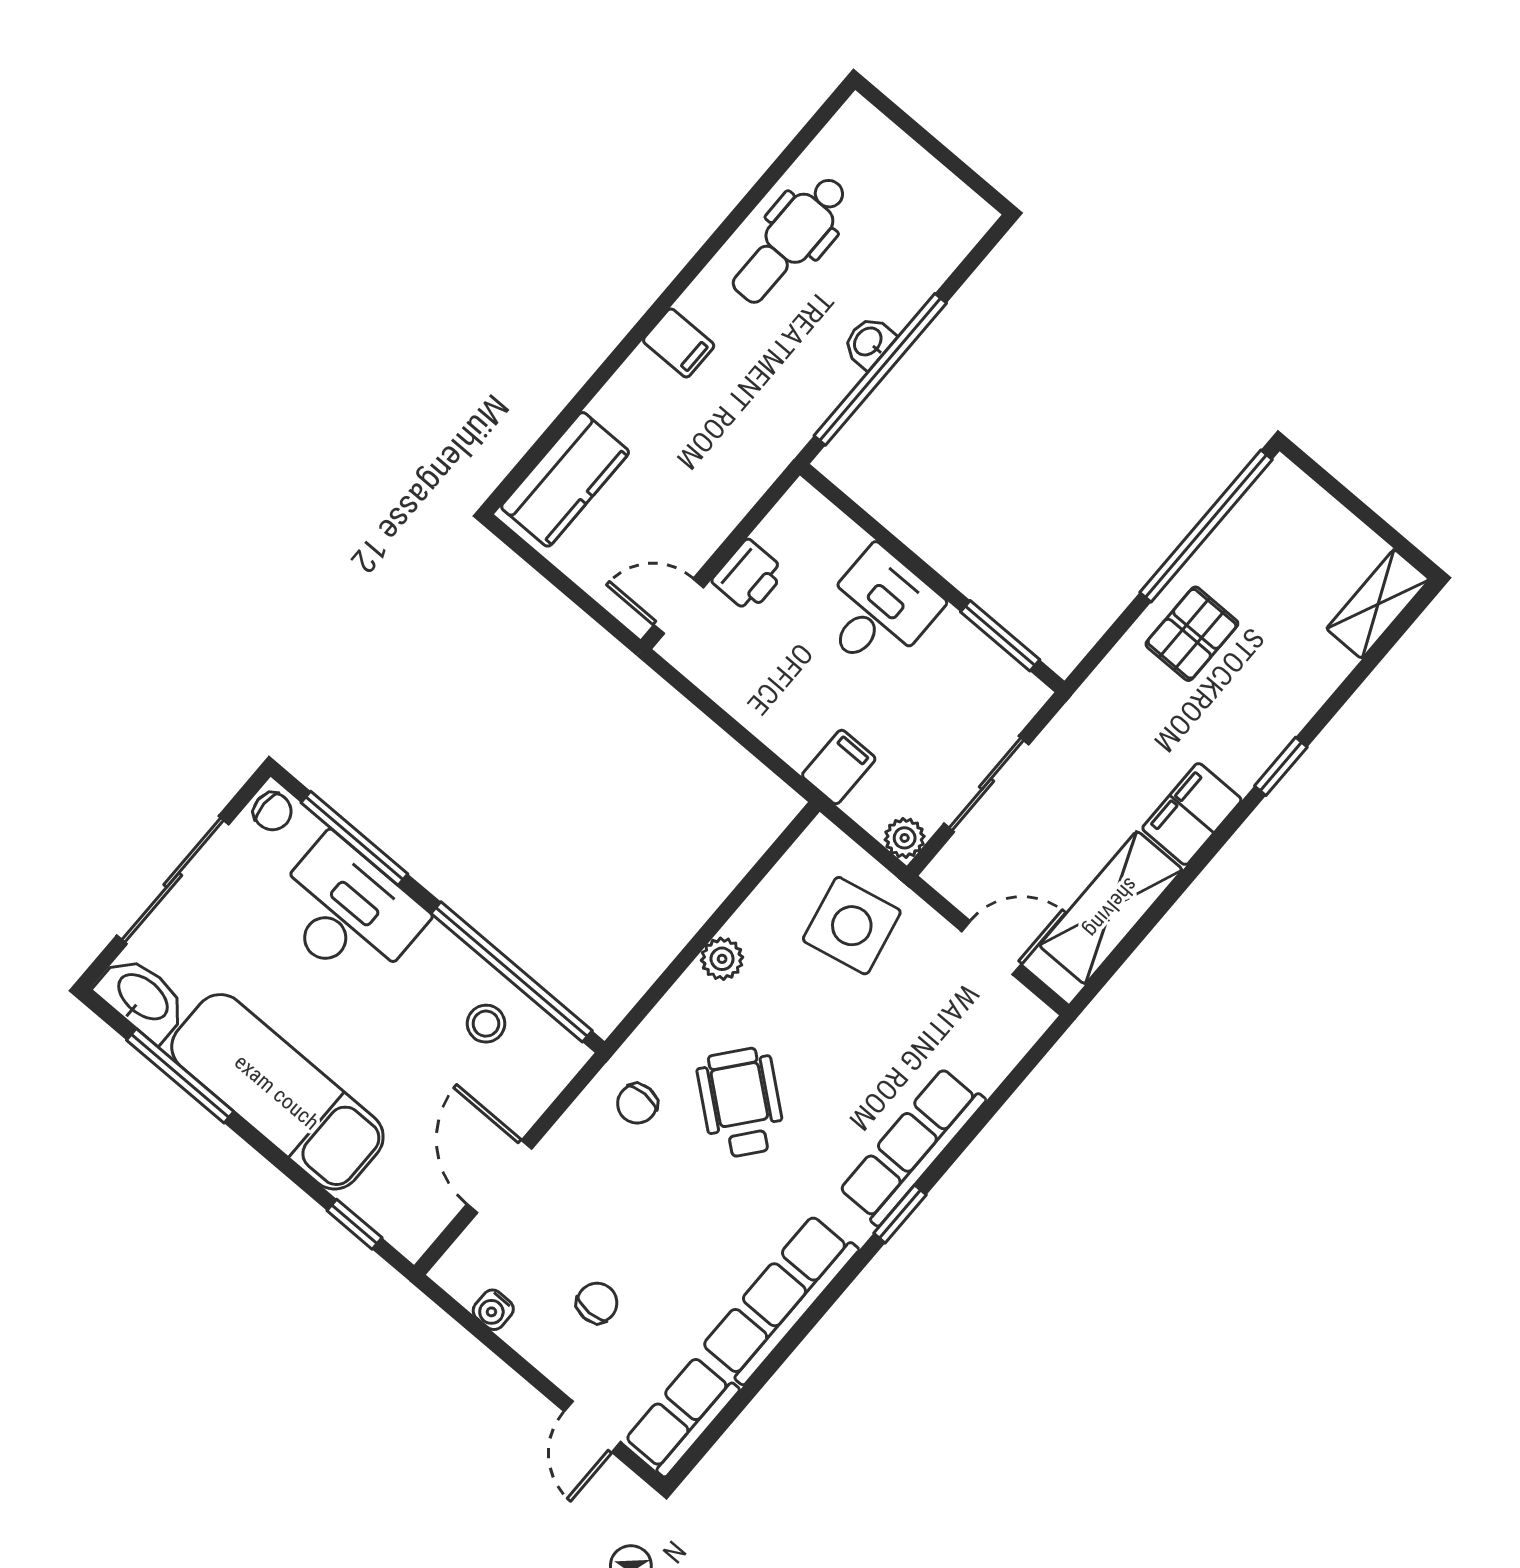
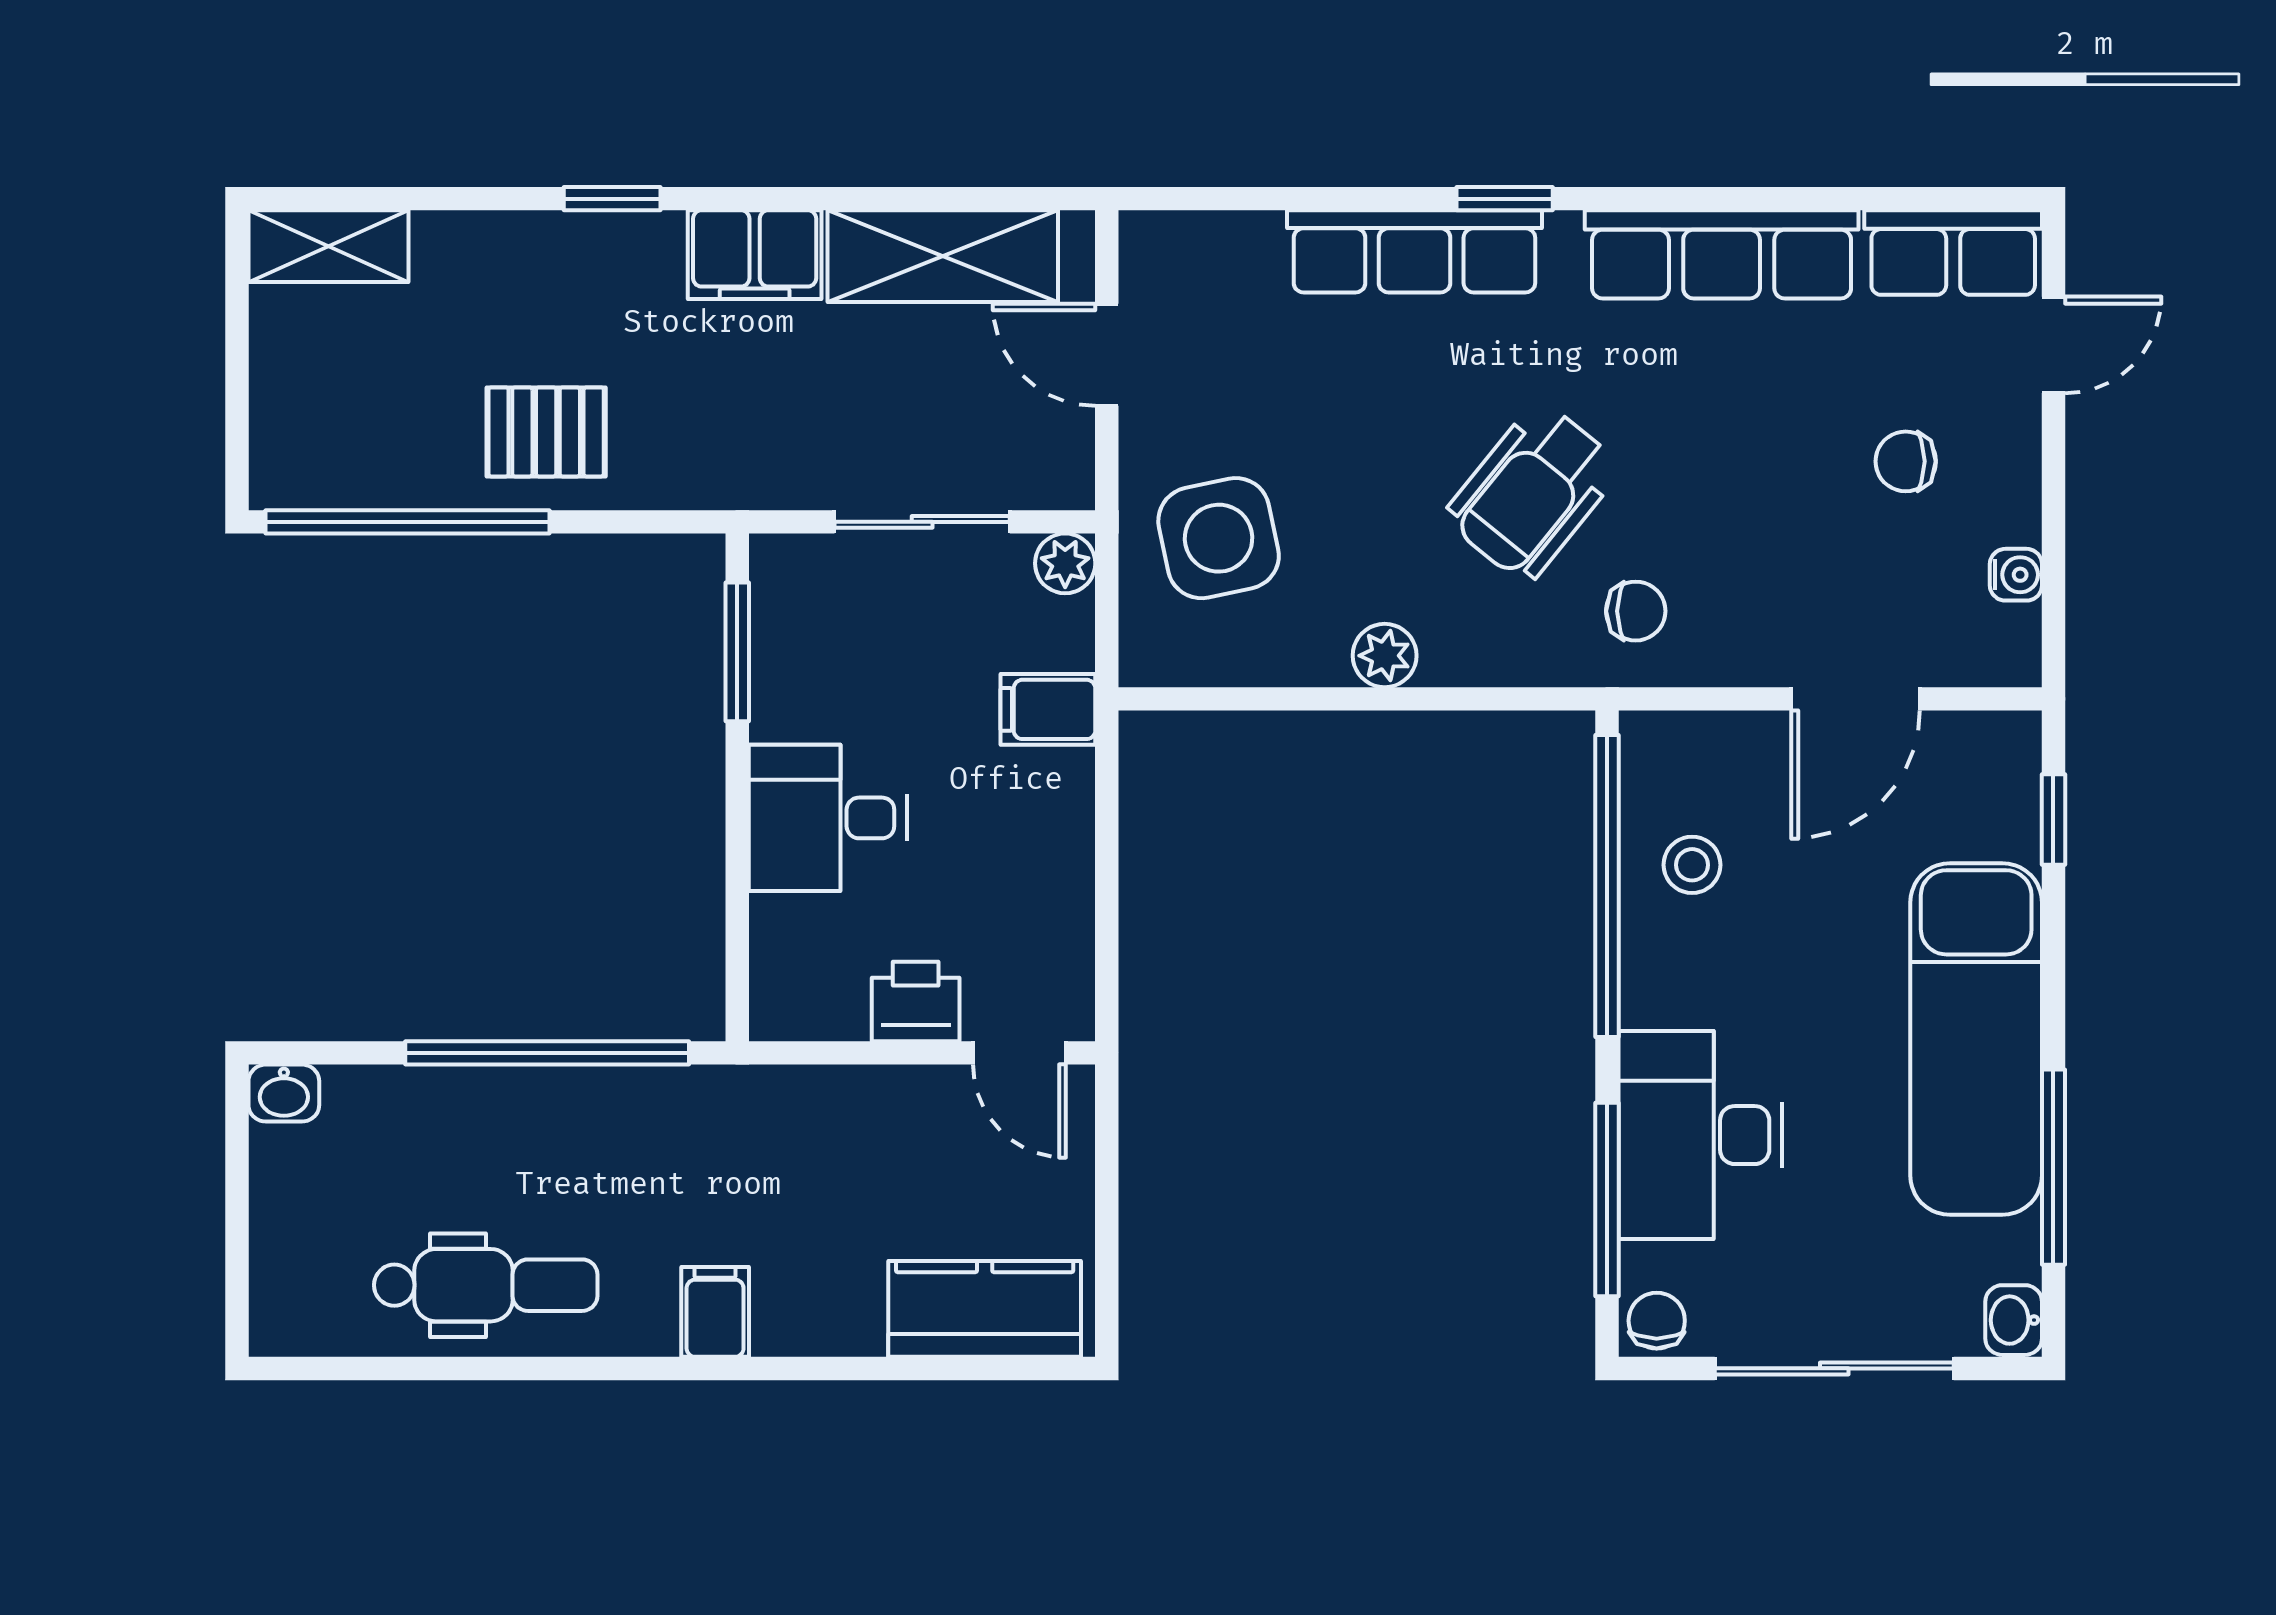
washbasin: (869, 342) -> (284, 1093), moved
washbasin: (142, 998) -> (2014, 1320), width x0.52, depth x0.69

